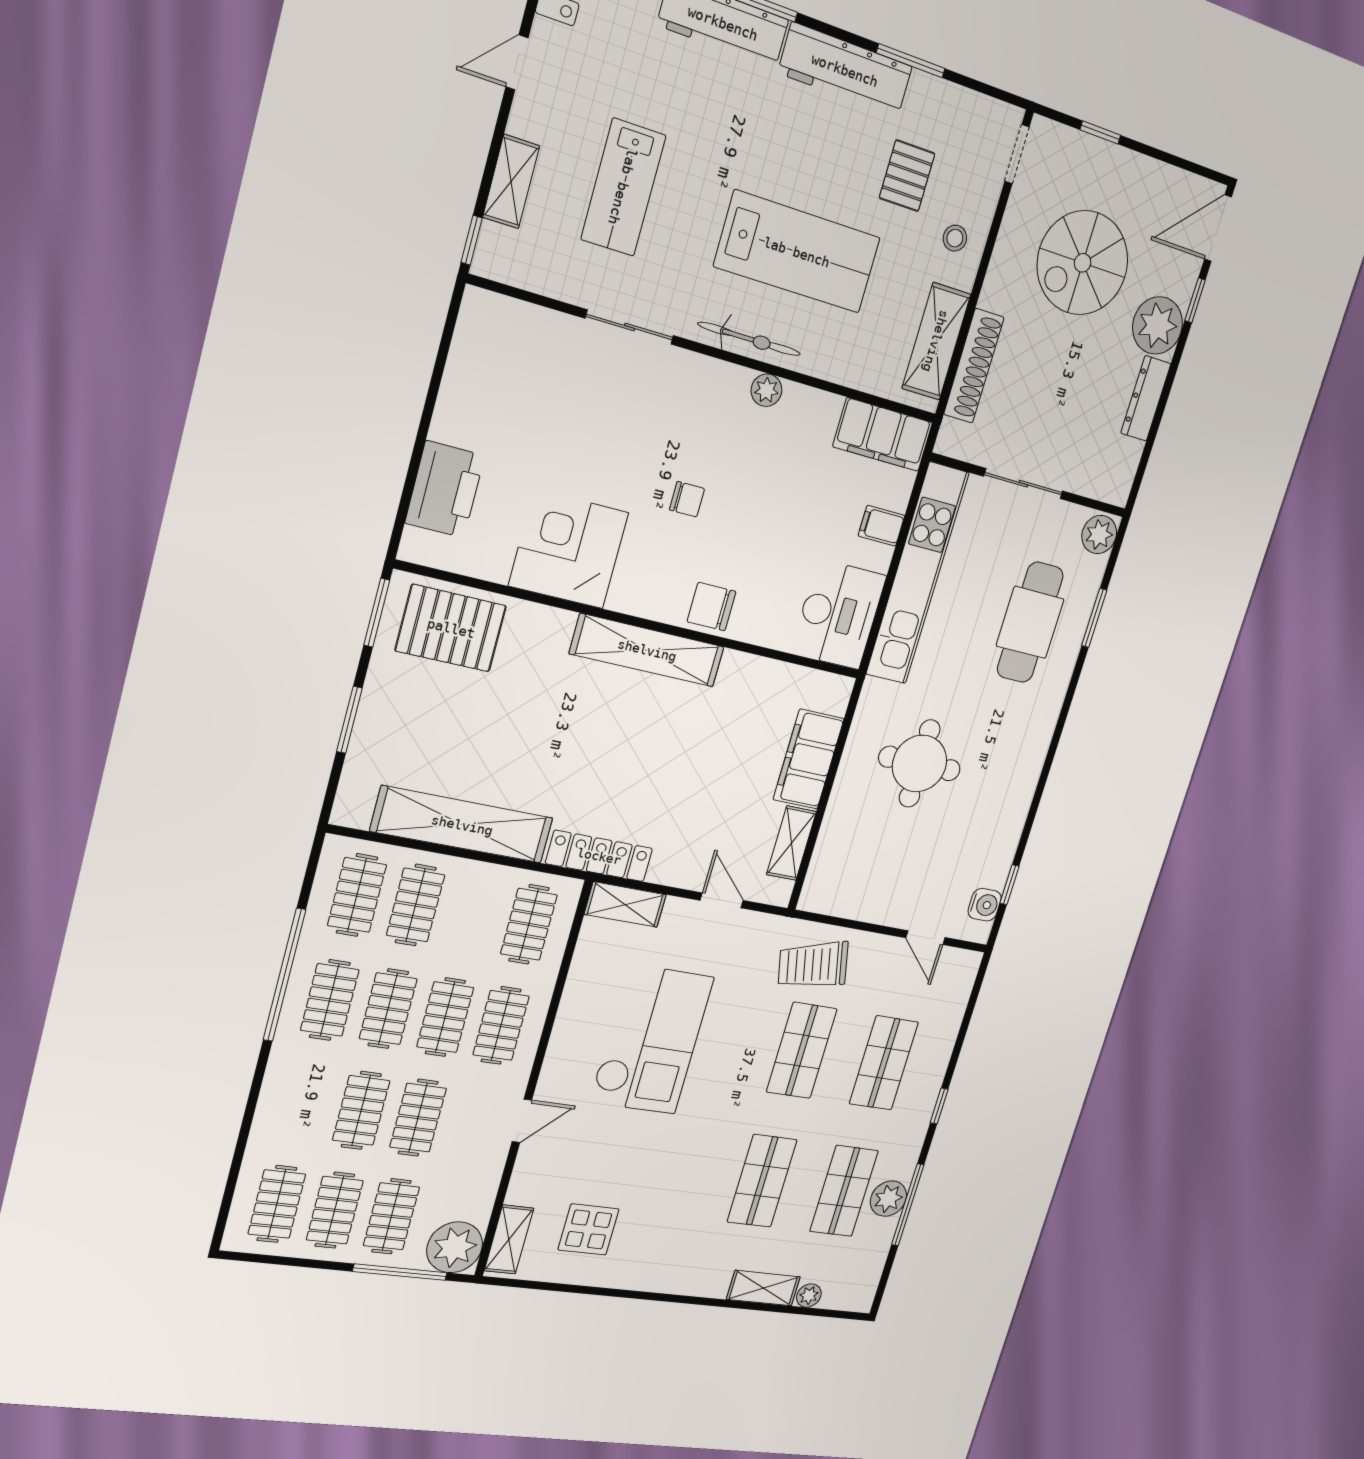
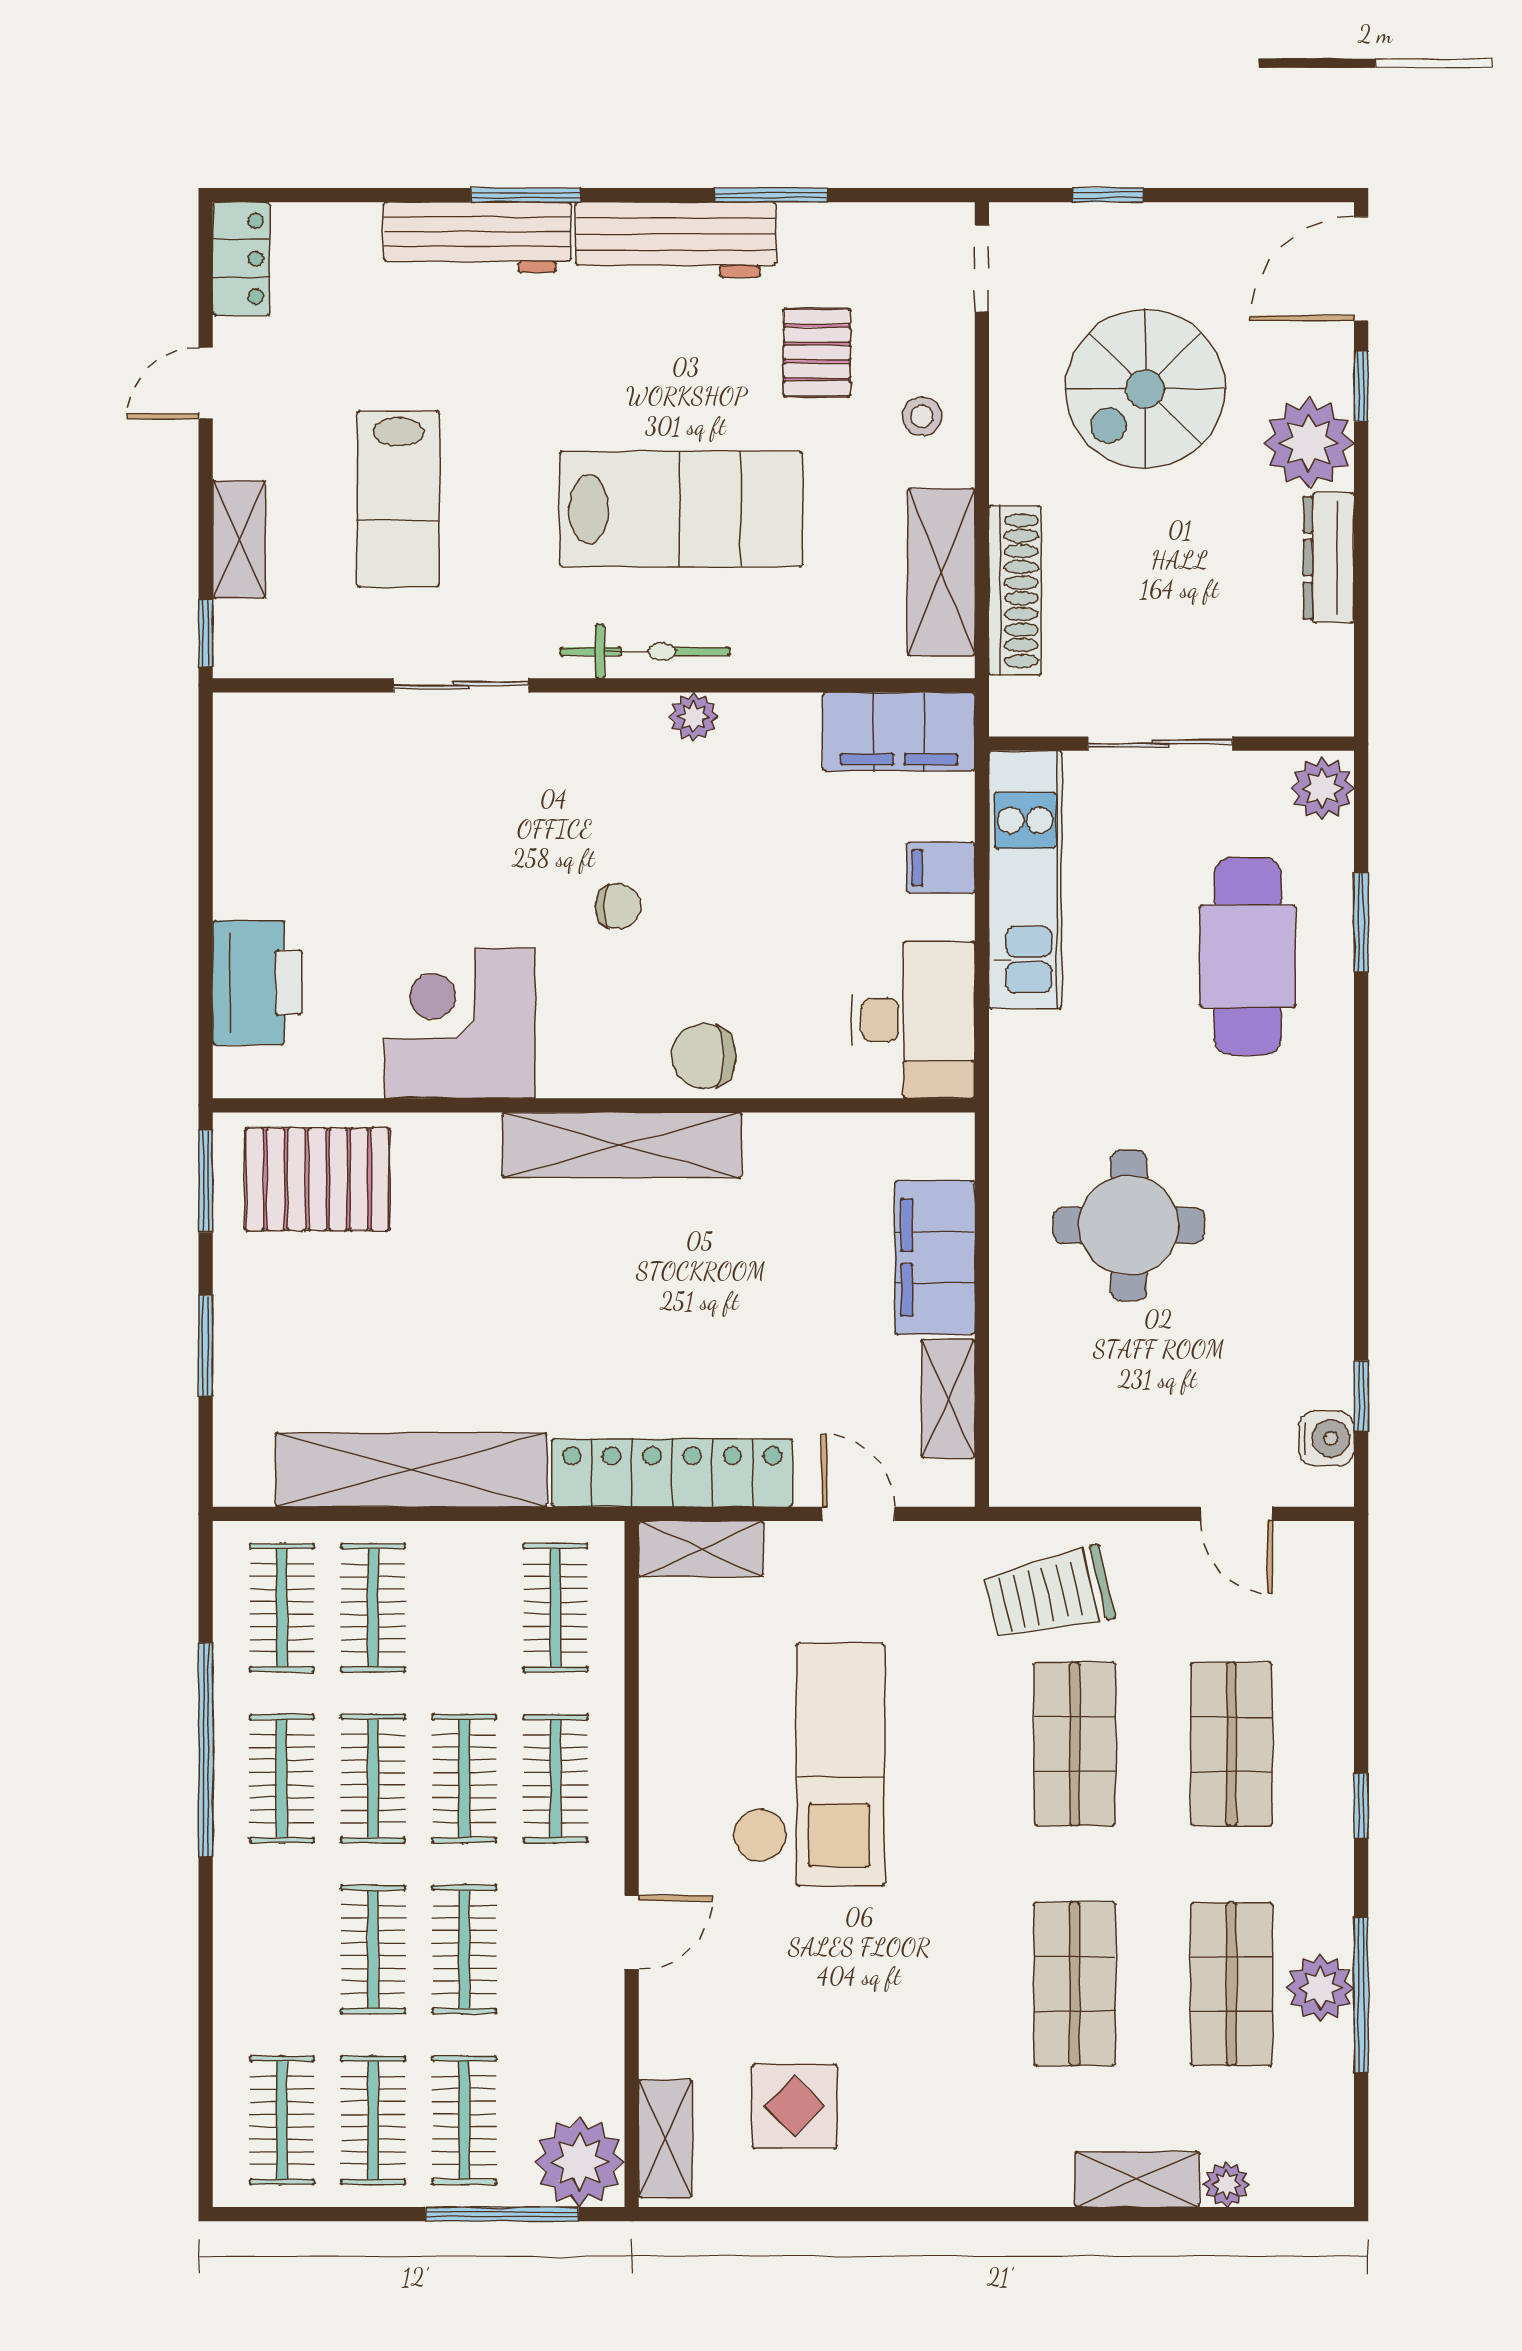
kitchen unit: (917, 574) -> (1025, 880), width x0.73
locker: (599, 856) -> (672, 1473), width x1.41, depth x1.21

